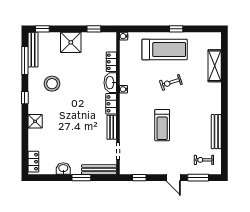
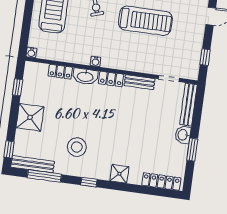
treadmill: (162, 125) -> (145, 21), width x1.37, depth x1.38
locker: (33, 162) -> (161, 182), width x1.53
washbasin: (63, 168) -> (183, 135), moved
window: (81, 178) -> (192, 150), moved

